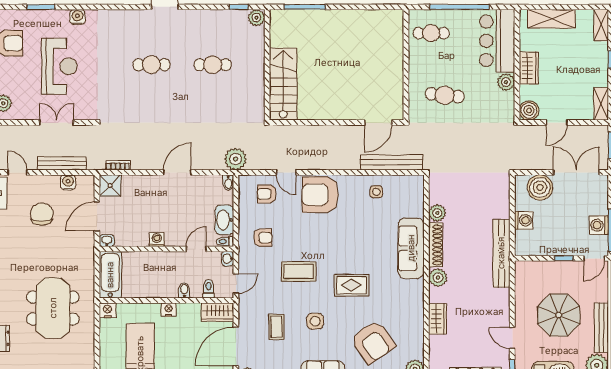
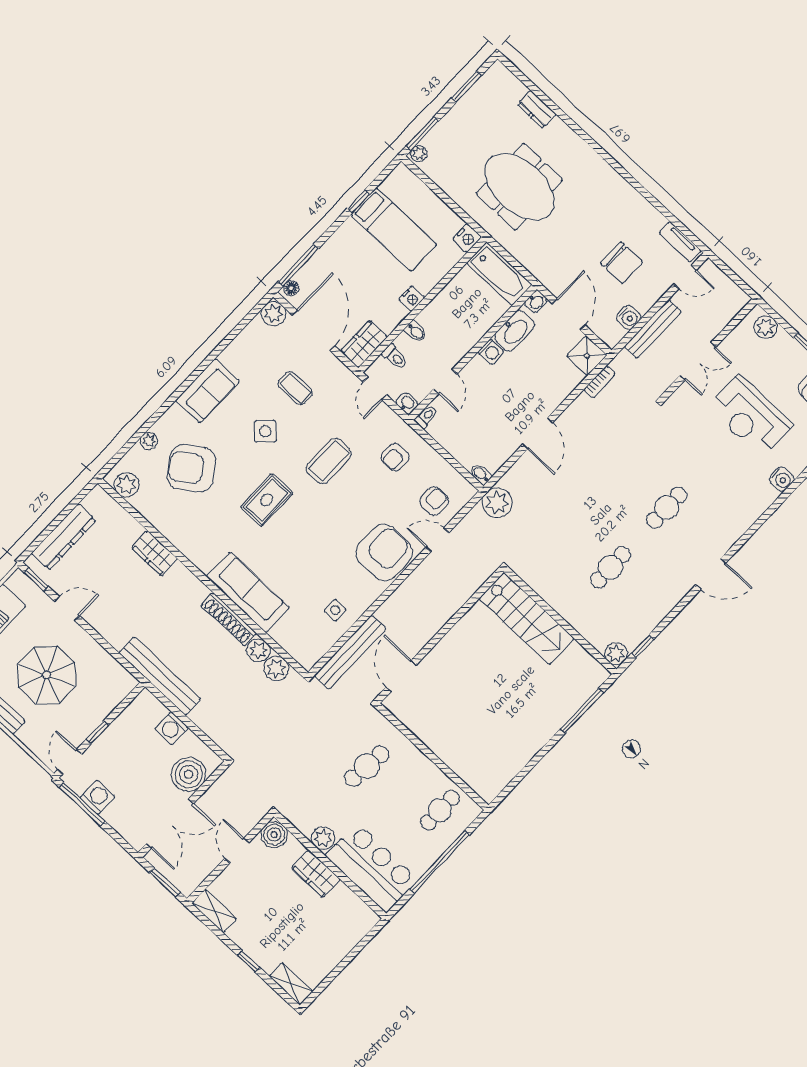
shelving: (552, 19) -> (343, 941), removed
washbasin: (224, 220) -> (514, 331), moved, turned 90
plant: (438, 278) -> (276, 668), moved
side table: (315, 321) -> (265, 431), turned 45

